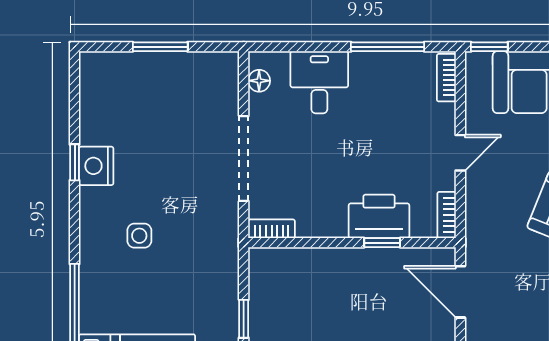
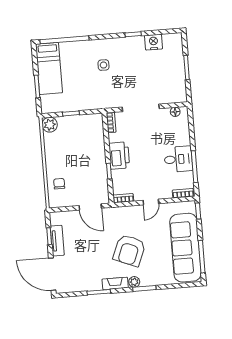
desk: (319, 82) -> (178, 159), moved
door: (460, 153) -> (151, 202), hinge flipped
nightstand: (96, 166) -> (154, 42), moved
printer: (379, 216) -> (119, 156), moved
door: (460, 292) -> (90, 207), swing flipped

